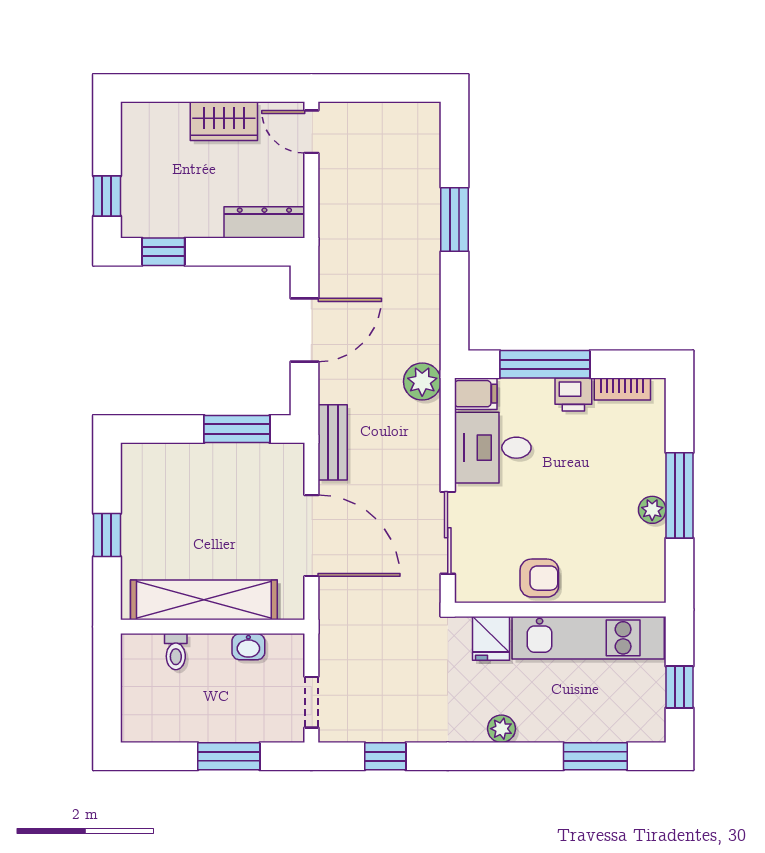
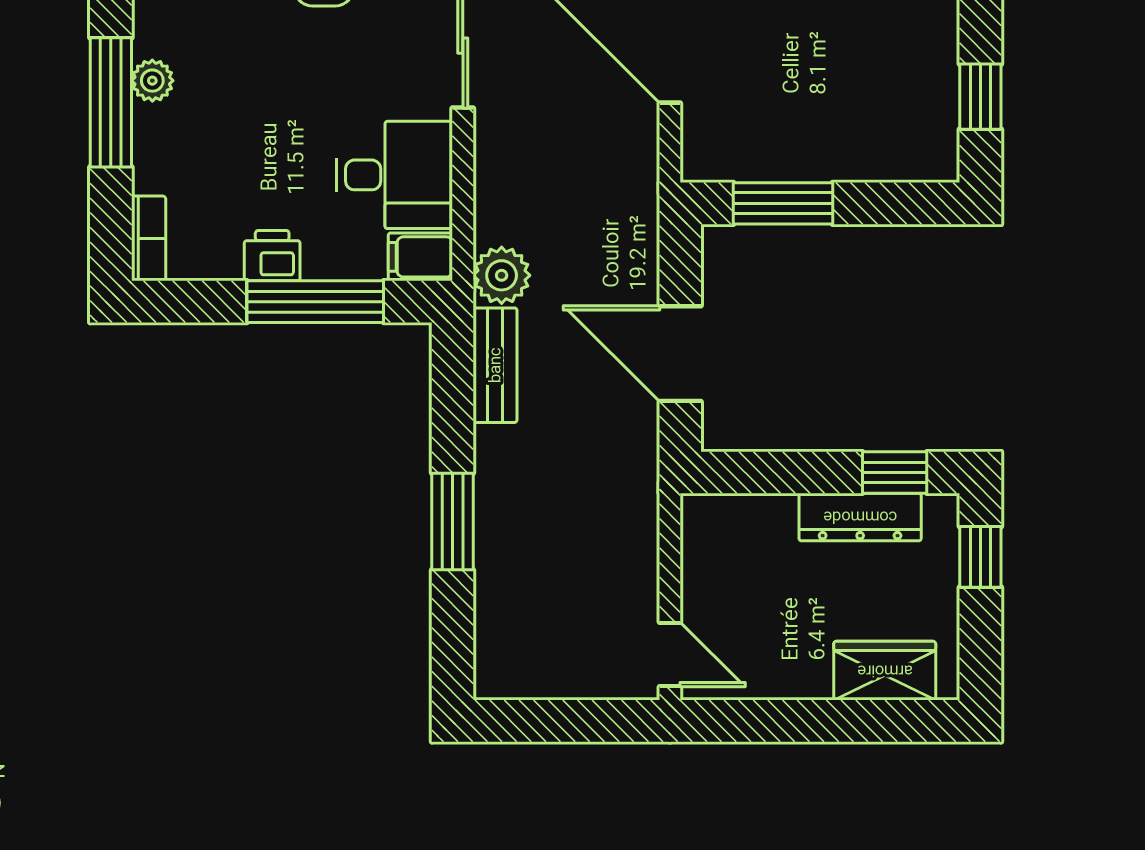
wardrobe: (224, 121) -> (885, 671), moved
dresser: (264, 222) -> (860, 517), moved
door: (305, 330) -> (680, 354), hinge flipped
bookcase: (622, 389) -> (149, 238), moved, turned 90
bench: (333, 442) -> (495, 365), moved
window: (107, 535) -> (980, 97), moved

